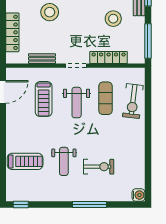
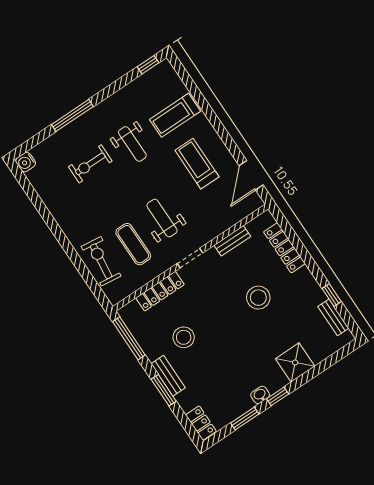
treadmill: (44, 99) -> (197, 164), moved
weight bench: (64, 161) -> (132, 144), turned 180

